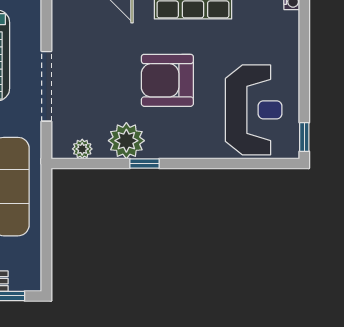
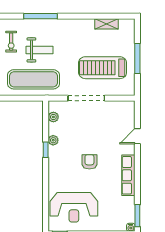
armchair: (167, 80) -> (89, 162), width x0.53, depth x0.53
plant: (126, 141) -> (53, 140), width x0.53, depth x0.53

